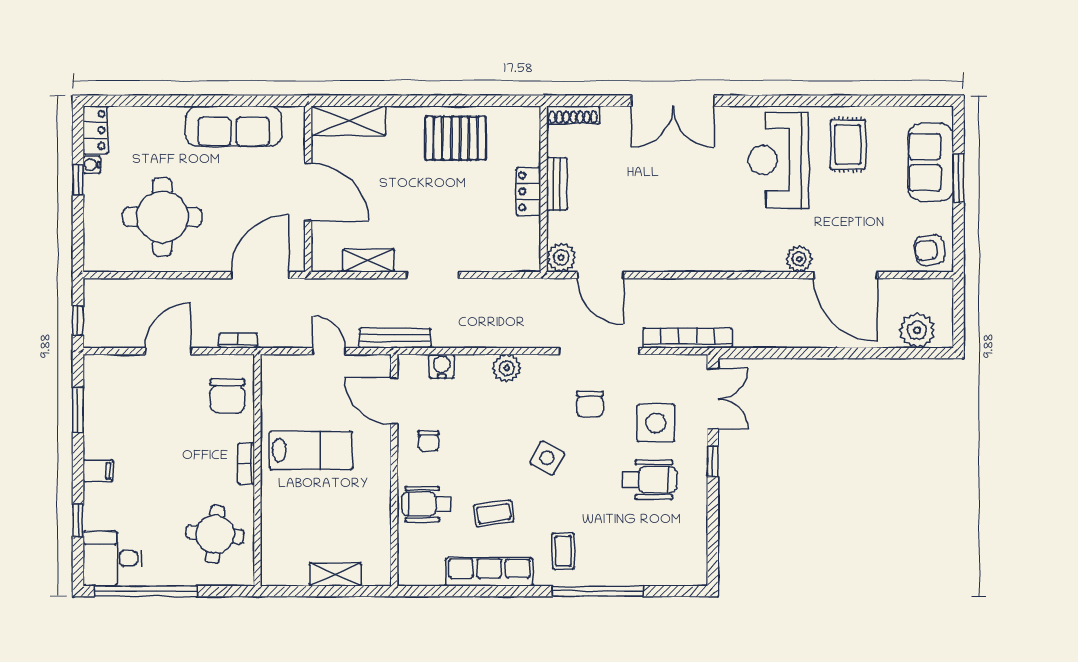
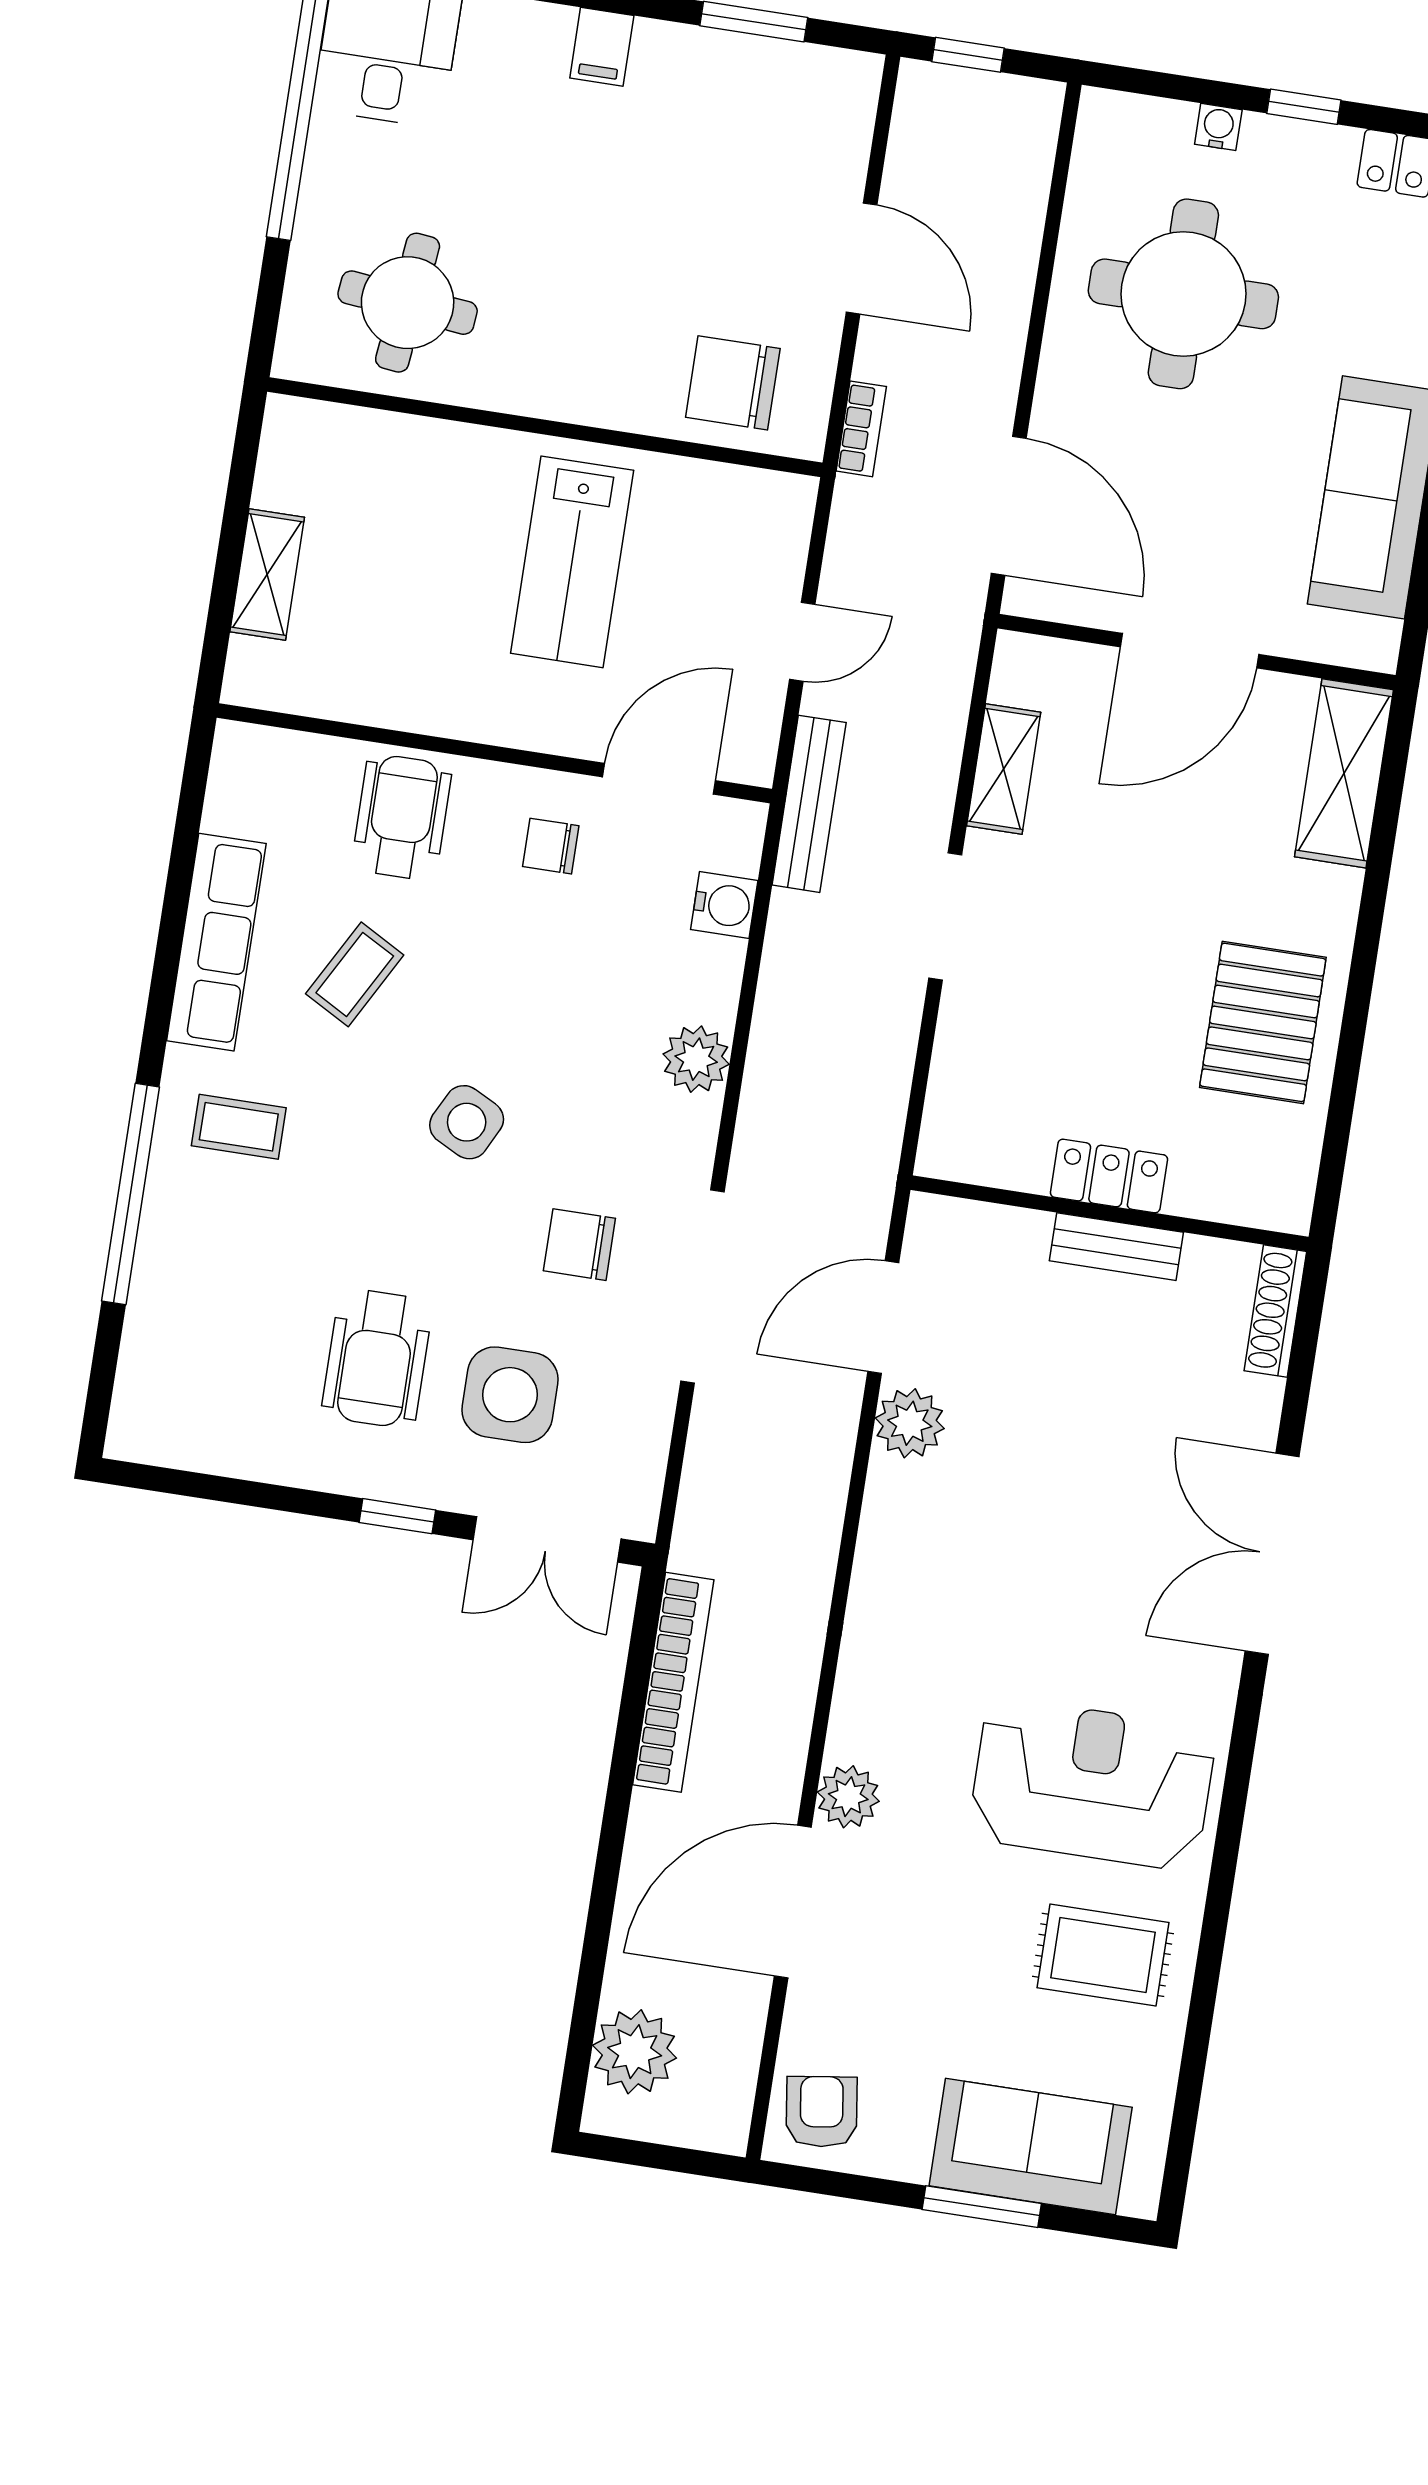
water cooler: (92, 165) -> (1218, 127), moved
plant: (561, 257) -> (910, 1423), moved
bookcase: (687, 338) -> (673, 1682), moved
bookcase: (246, 464) -> (564, 403), removed
coffee table: (494, 513) -> (355, 974), turned 37

